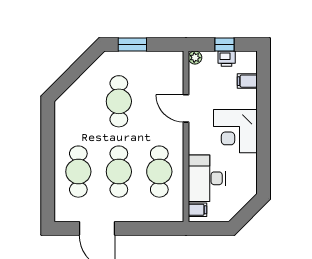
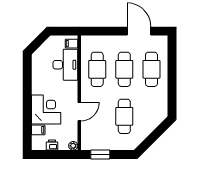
window: (132, 45) -> (100, 154), moved
window: (224, 45) -> (53, 154), removed
door: (186, 108) -> (79, 112), hinge flipped
corner desk: (235, 131) -> (46, 110), moved

